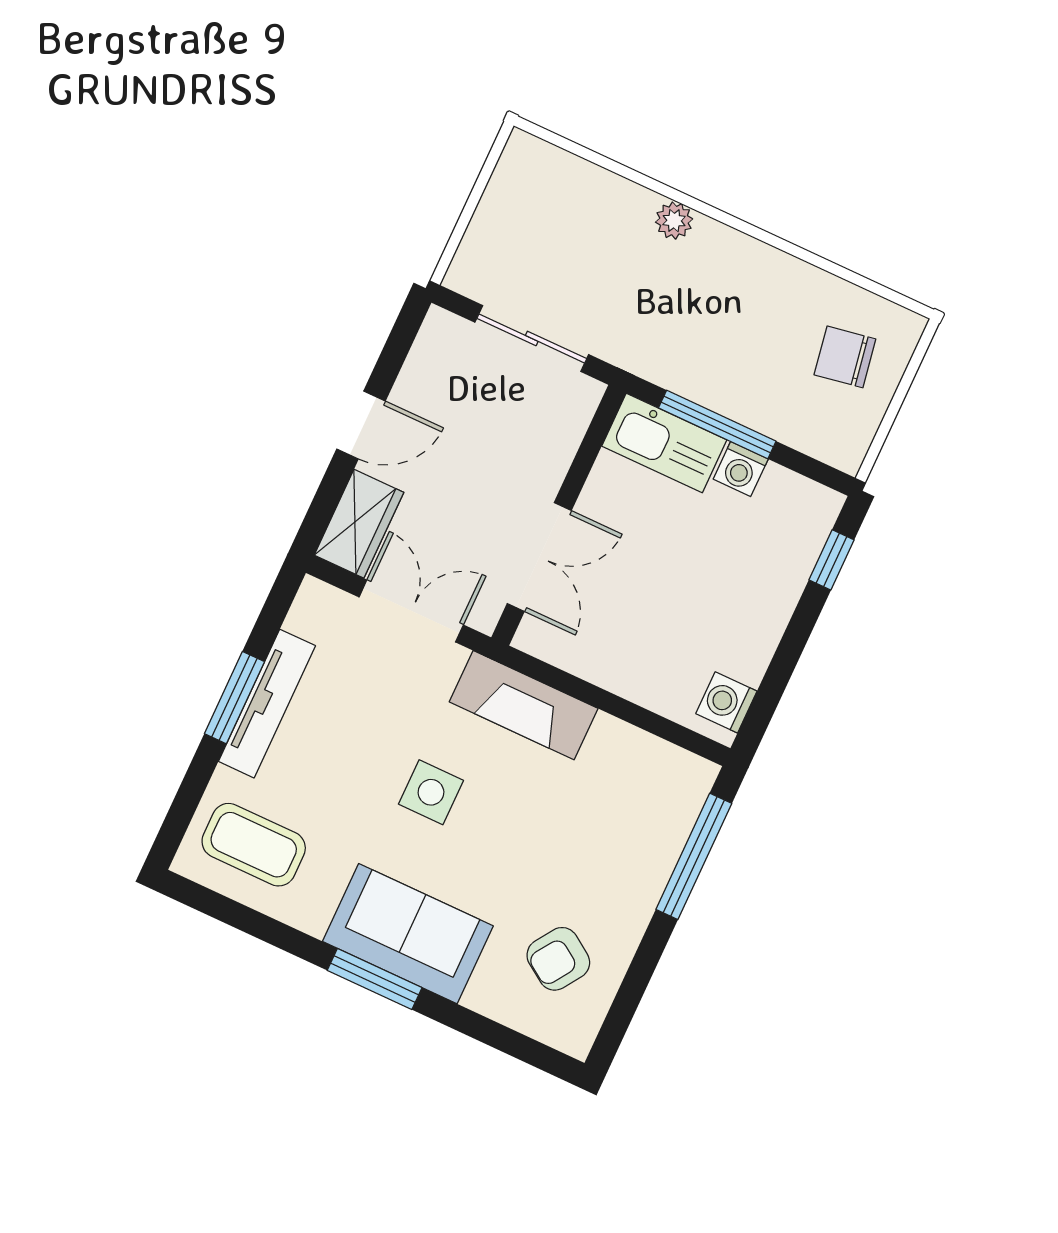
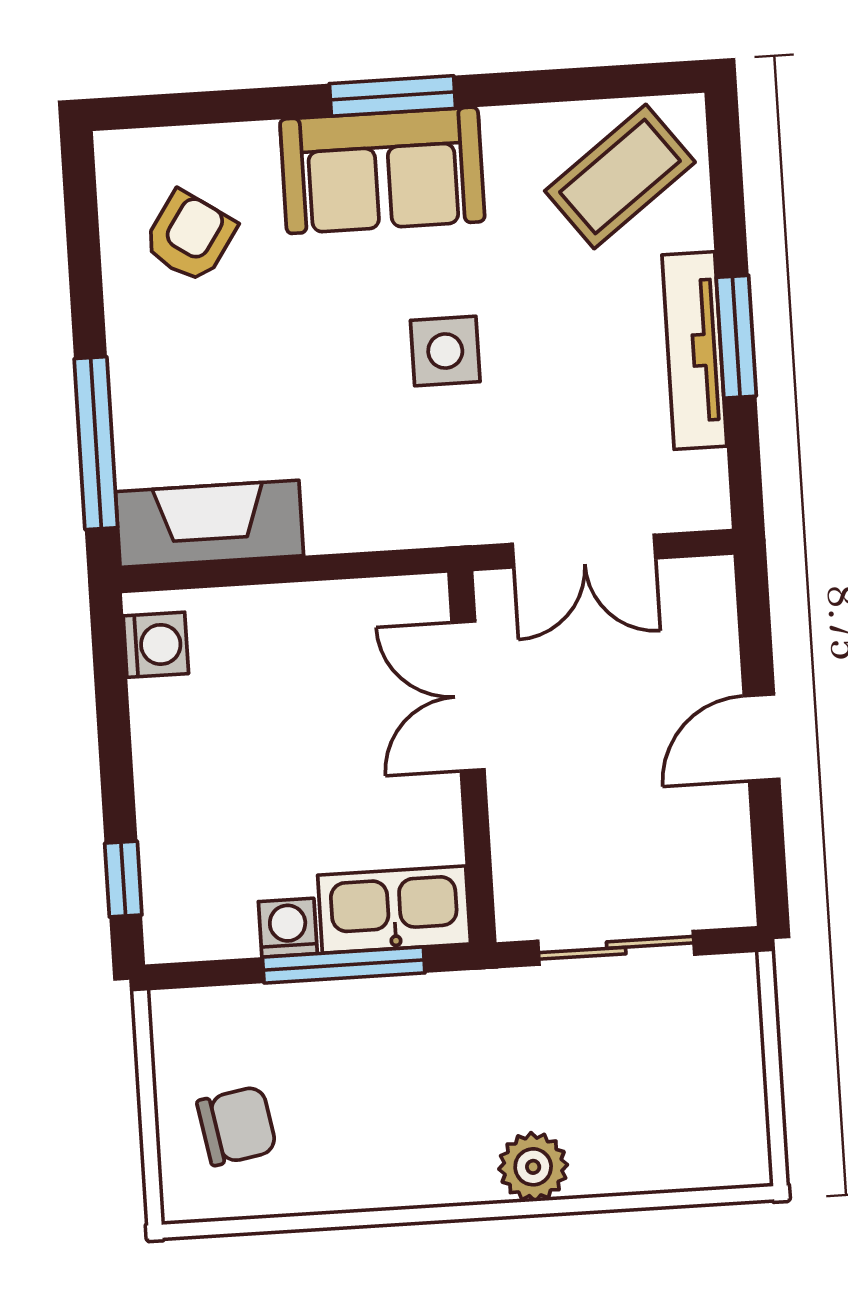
plant: (674, 221) -> (533, 1167), width x1.38, depth x1.38
wardrobe: (359, 524) -> (701, 620), removed
fireplace: (524, 705) -> (210, 524), moved
coffee table: (254, 845) -> (620, 176), turned -37

